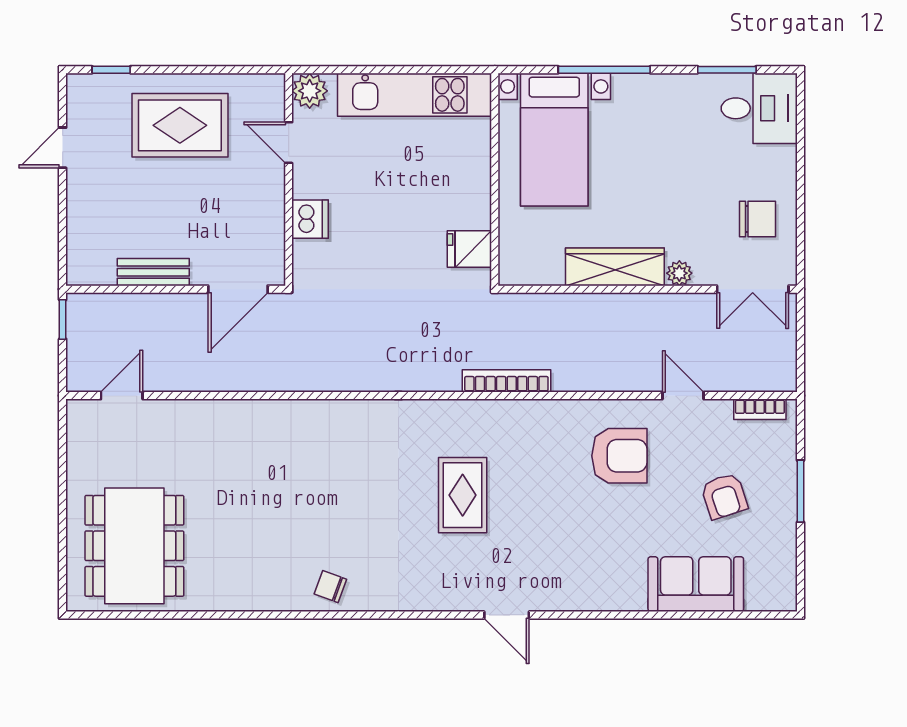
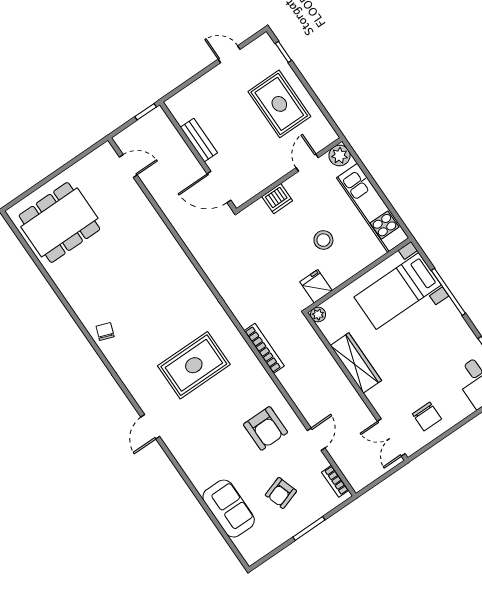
stool: (412, 194) -> (323, 240), added
plant: (679, 273) -> (318, 315), moved
rug: (463, 495) -> (194, 365), width x1.36, depth x1.43

